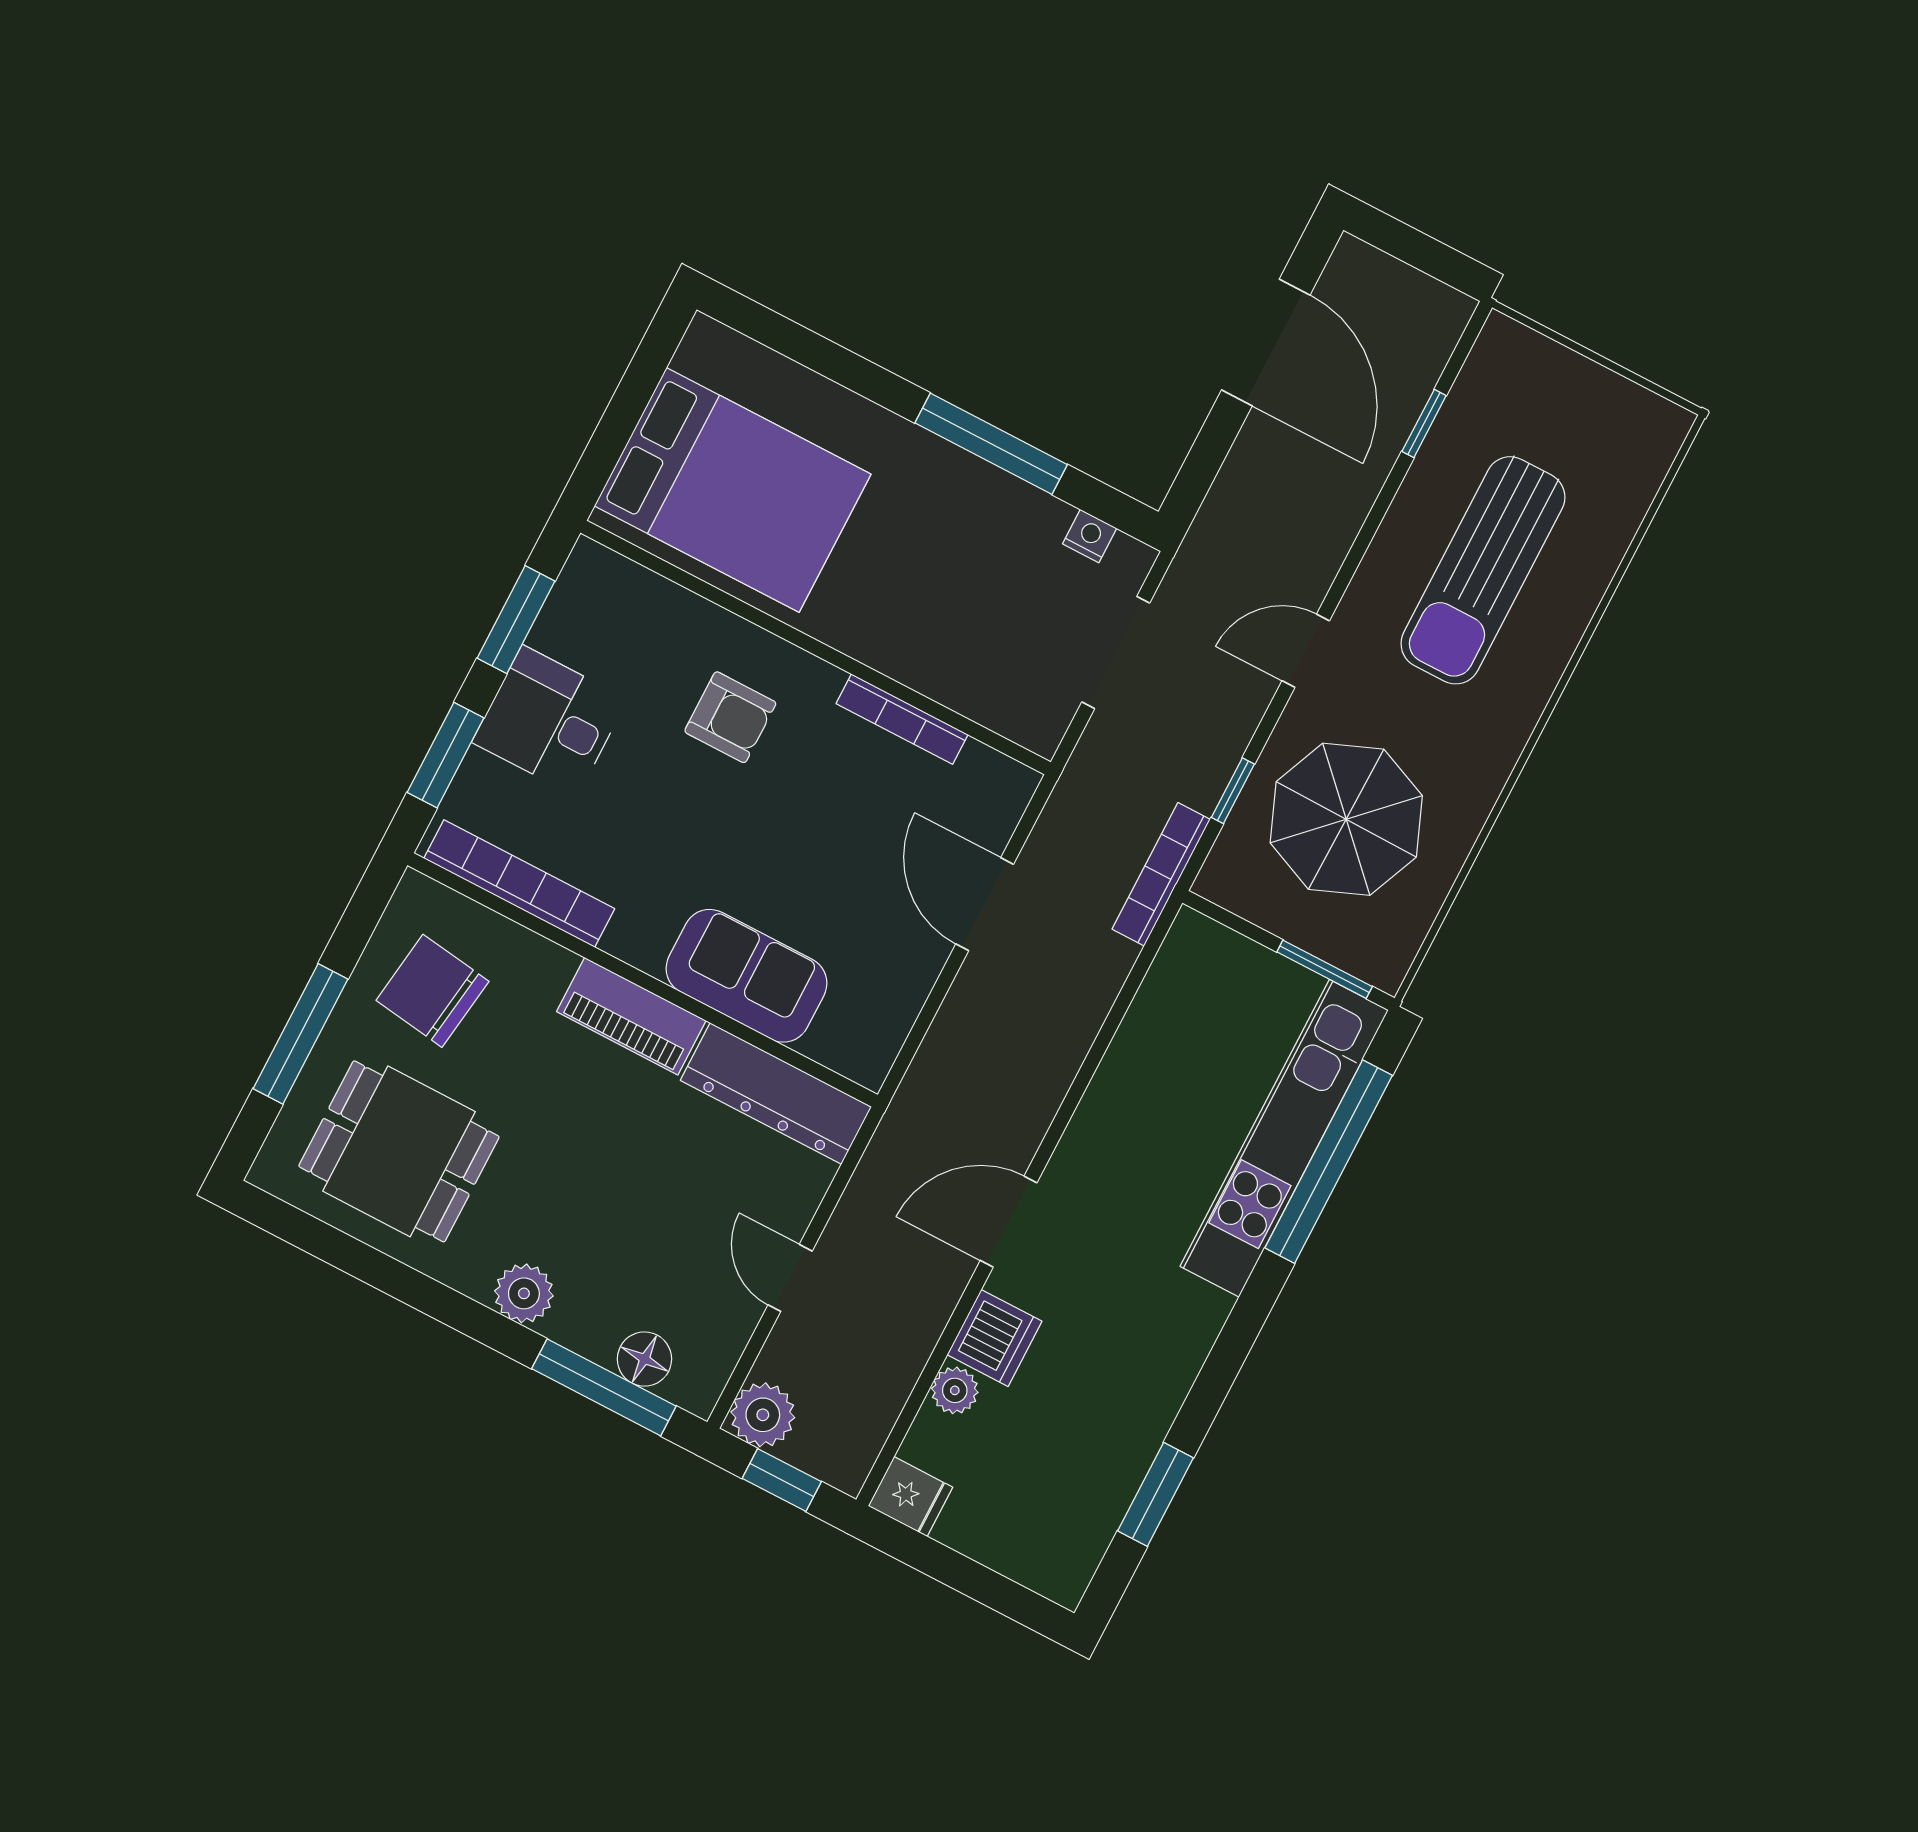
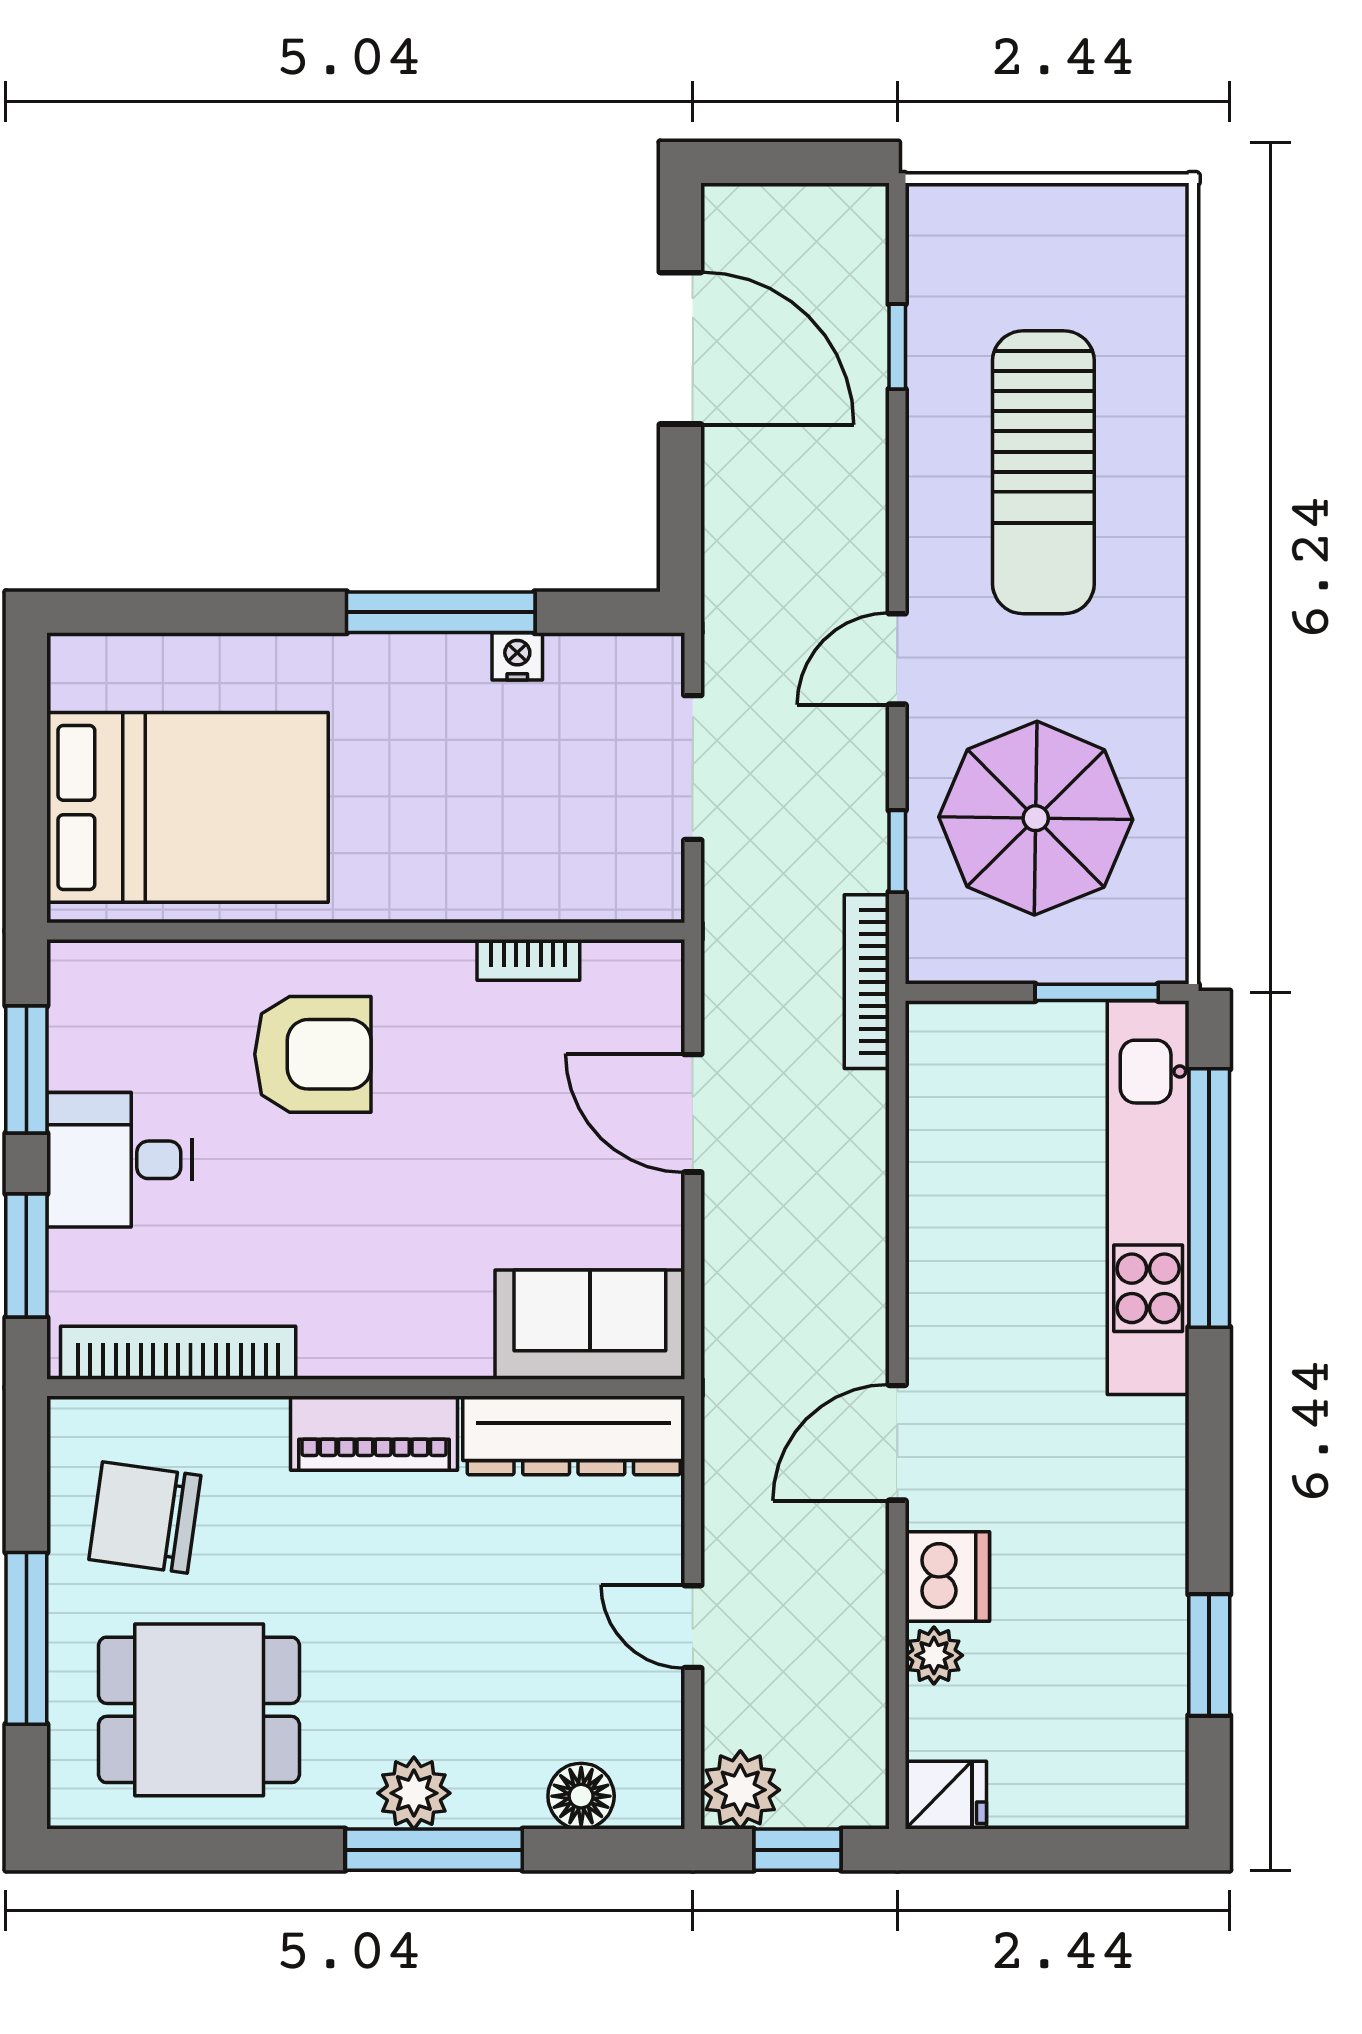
nightstand: (1090, 536) -> (517, 656), moved
armchair: (730, 717) -> (313, 1054), width x1.38, depth x1.38
bookcase: (902, 719) -> (528, 960), width x0.64
sofa: (747, 976) -> (590, 1325), moved
window: (604, 1387) -> (434, 1850), moved

